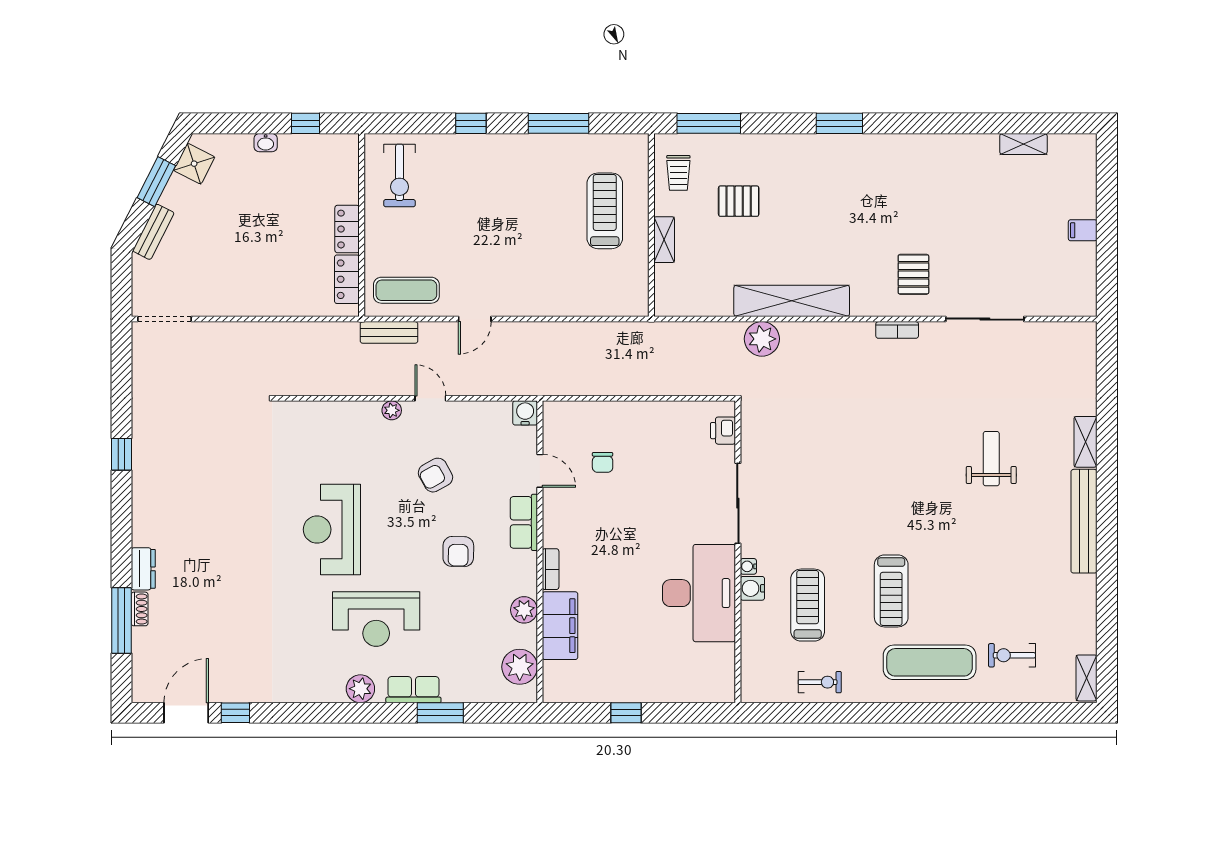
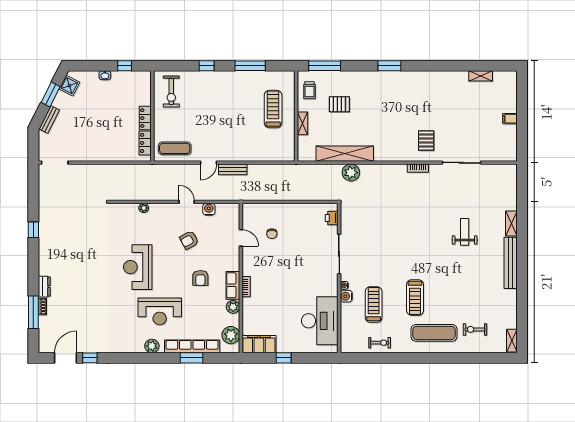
shelving: (792, 301) -> (345, 154), moved
bench: (389, 332) -> (233, 169), moved
plant: (392, 410) -> (144, 208), moved
water cooler: (525, 413) -> (209, 209), moved
row of seats: (524, 522) -> (233, 285), moved
desk: (699, 593) -> (320, 321), moved
filing cabinet: (560, 626) -> (259, 344), moved, turned -90
row of seats: (413, 690) -> (192, 346), width x2.02

